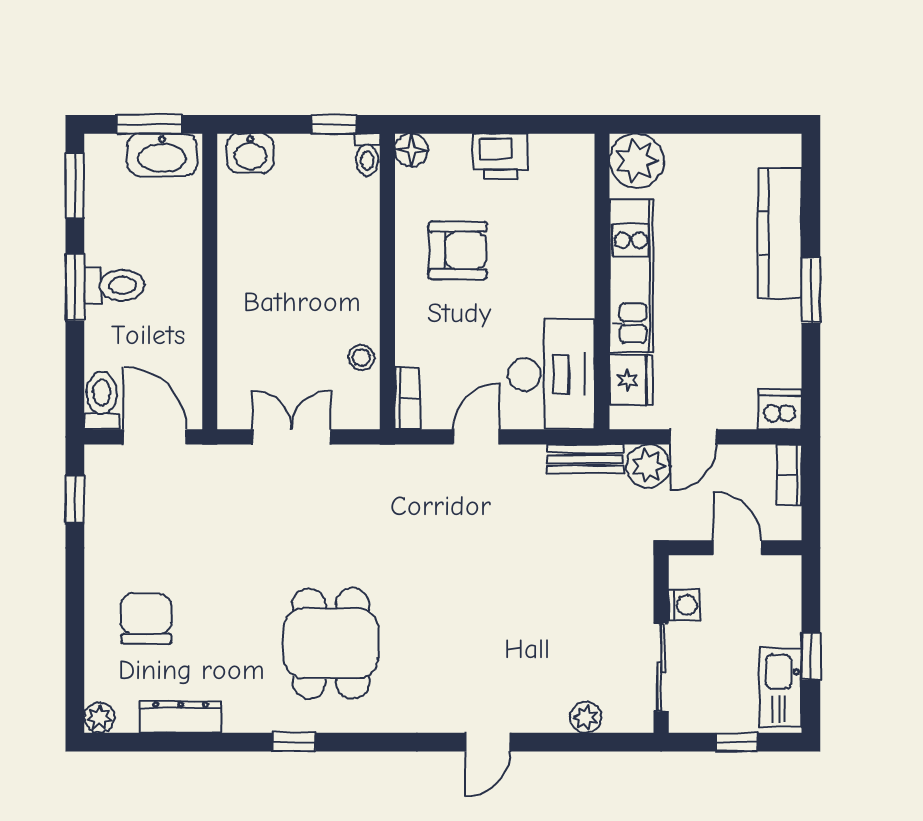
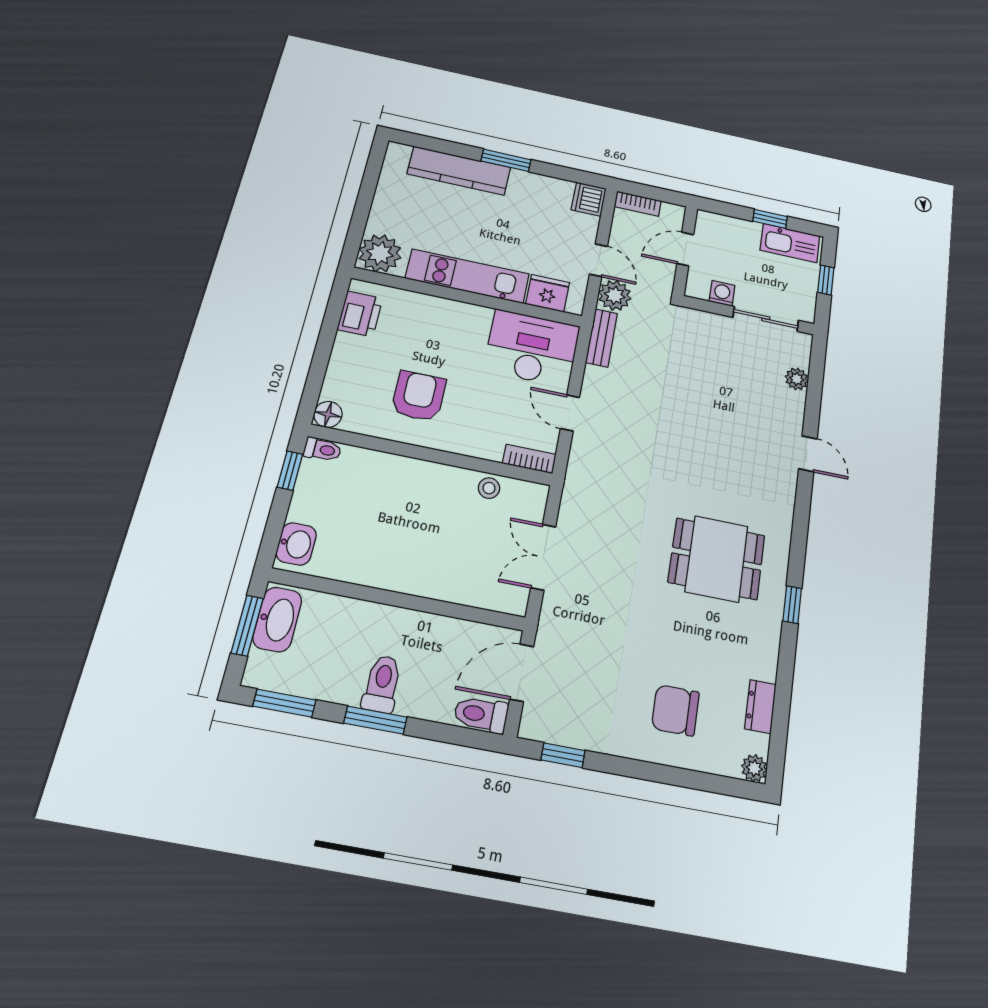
printer: (500, 156) -> (360, 314), moved
dresser: (181, 717) -> (760, 707), width x0.70

